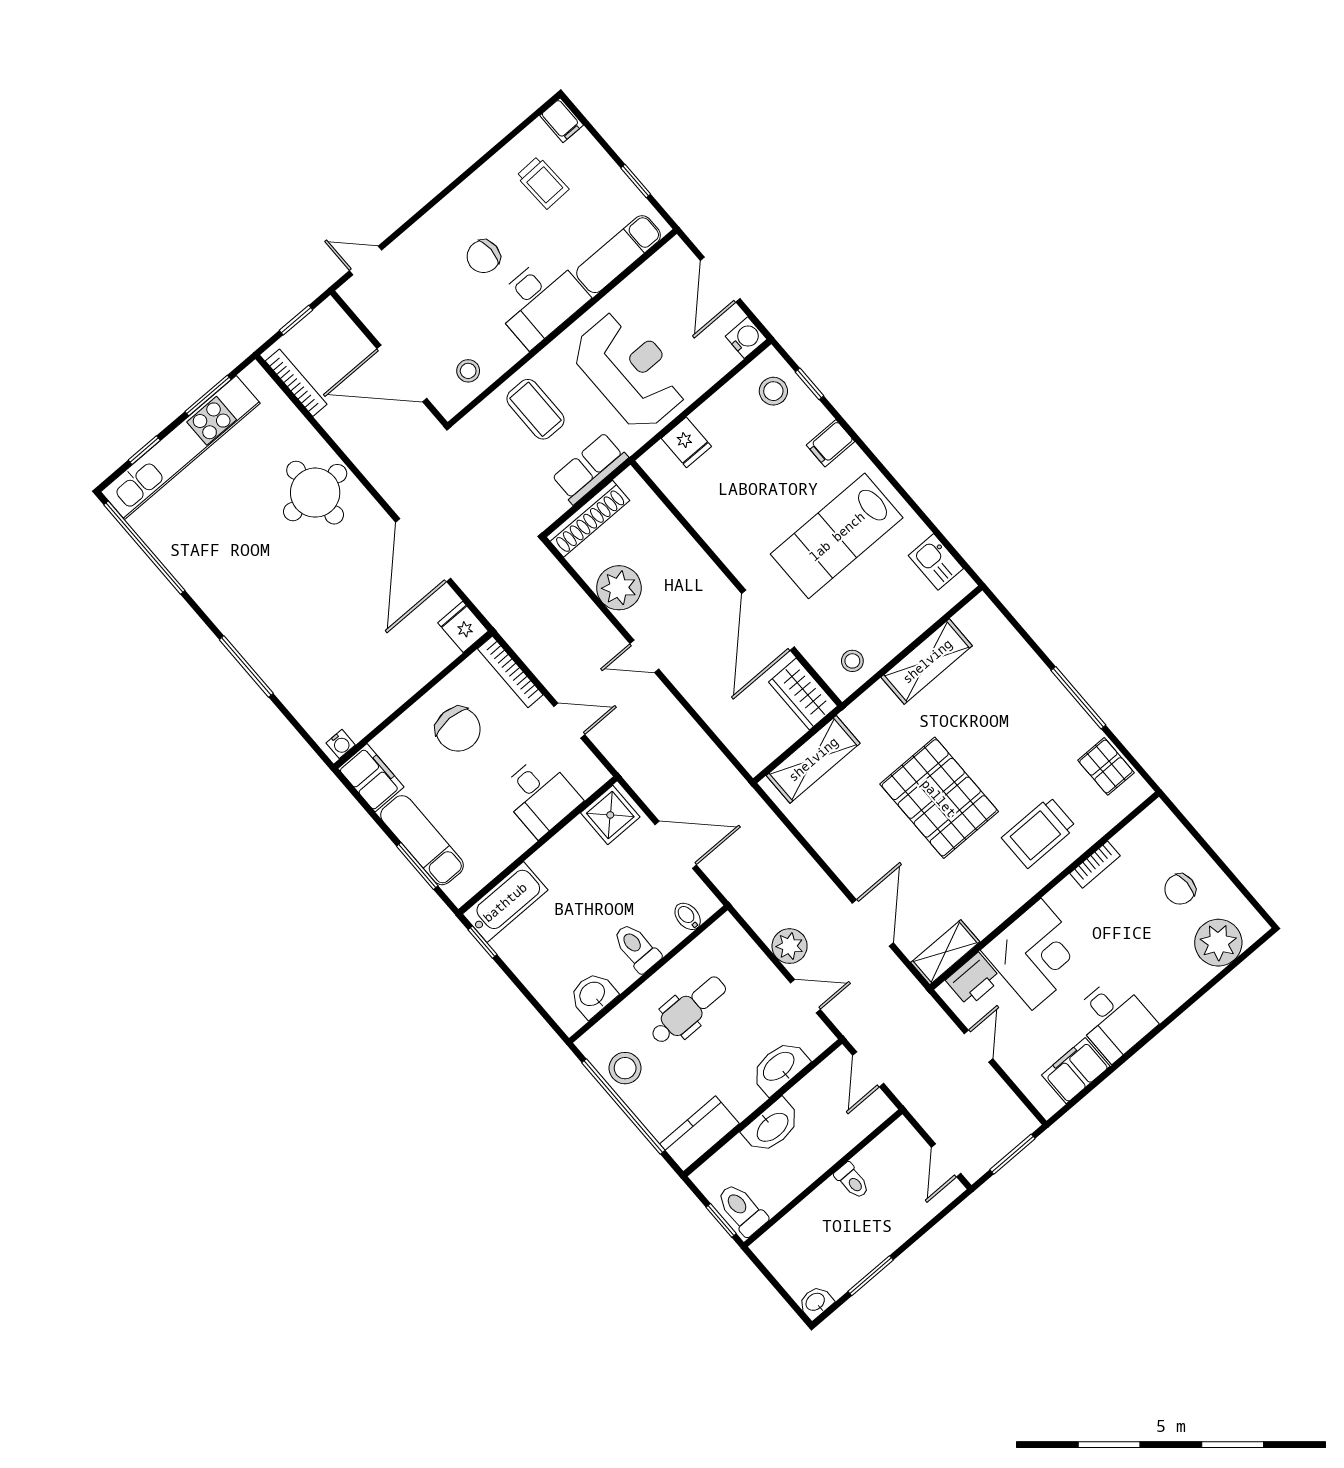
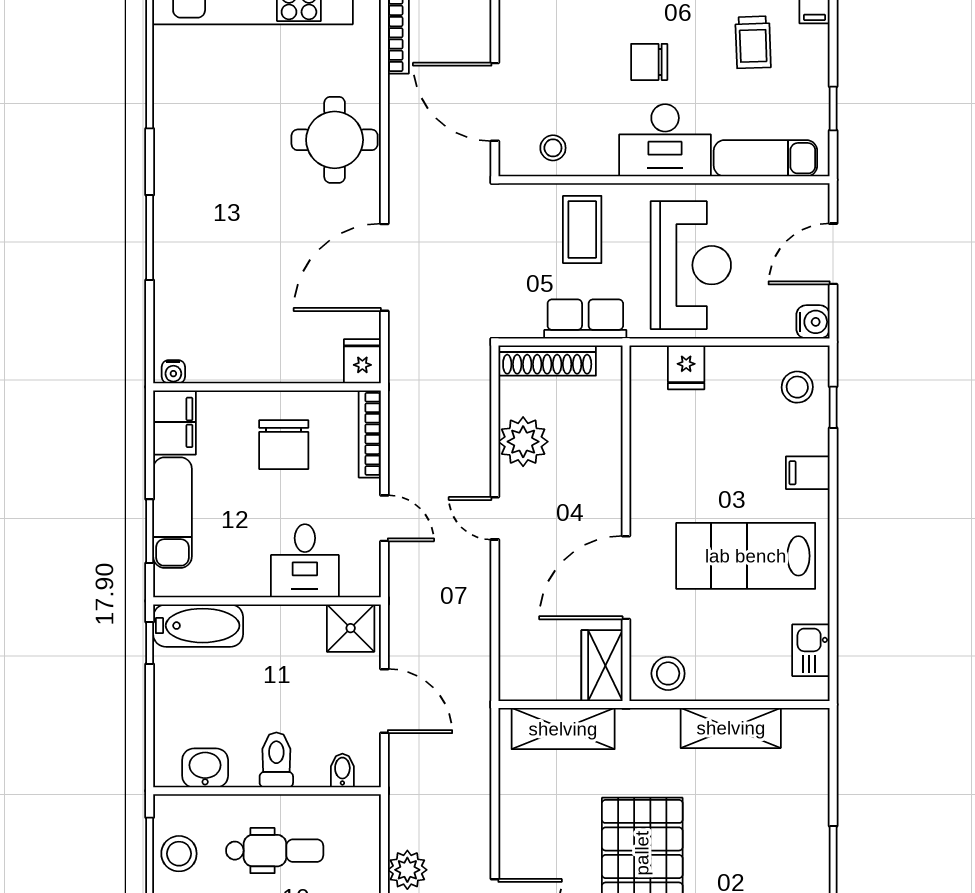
stool: (852, 661) -> (668, 673), width x1.37, depth x1.37

